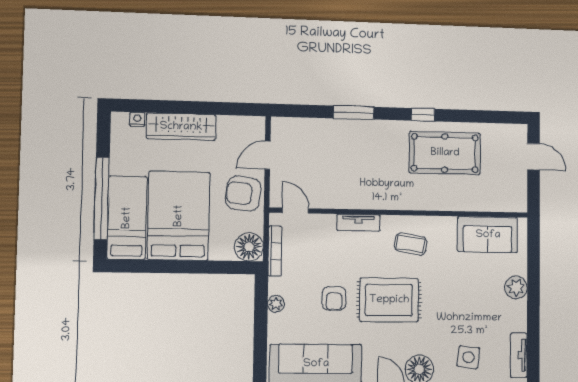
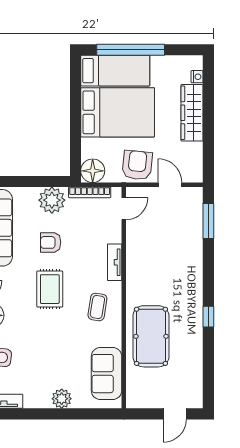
window: (354, 113) -> (208, 221), moved
pool table: (445, 153) -> (151, 336), moved
rug: (389, 300) -> (50, 289), width x0.73, depth x0.70
plant: (276, 304) -> (52, 200), width x1.88, depth x1.88

